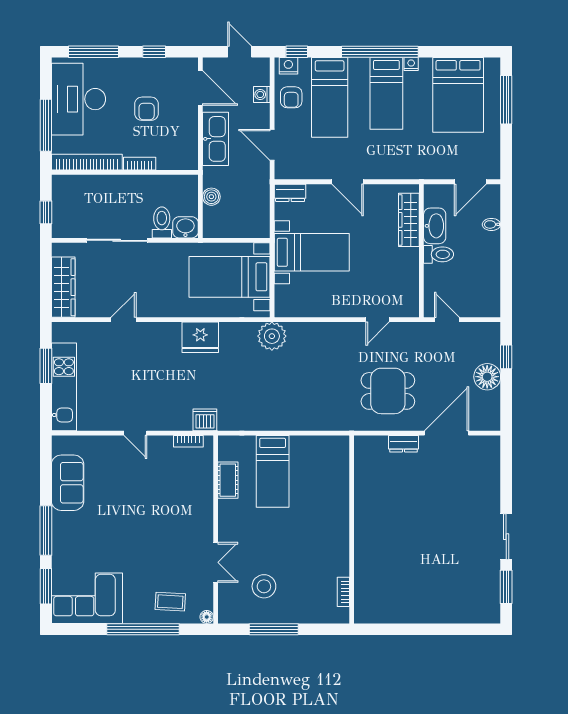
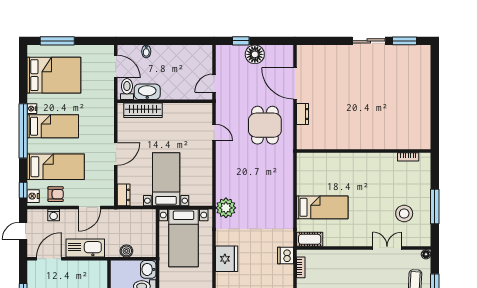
toilet: (439, 254) -> (127, 89), moved
cot: (228, 480) -> (310, 239), moved

